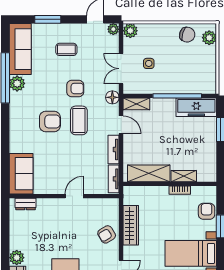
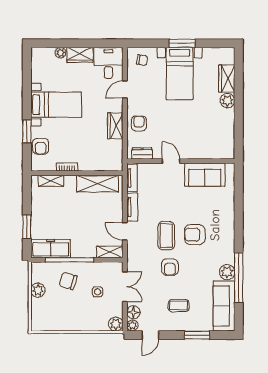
chair: (187, 35) -> (68, 281), moved
plant: (209, 38) -> (38, 290), moved
armchair: (75, 88) -> (170, 267), turned -90
floor lamp: (112, 97) -> (133, 312), moved
sofa: (21, 174) -> (205, 175), moved, turned -90
shelving: (184, 176) -> (51, 181), moved
door: (74, 196) -> (171, 161), swing flipped
dresser: (26, 204) -> (142, 153), moved
wardrobe: (131, 225) -> (115, 126), width x0.67
armchair: (107, 234) -> (139, 123), turned -59

